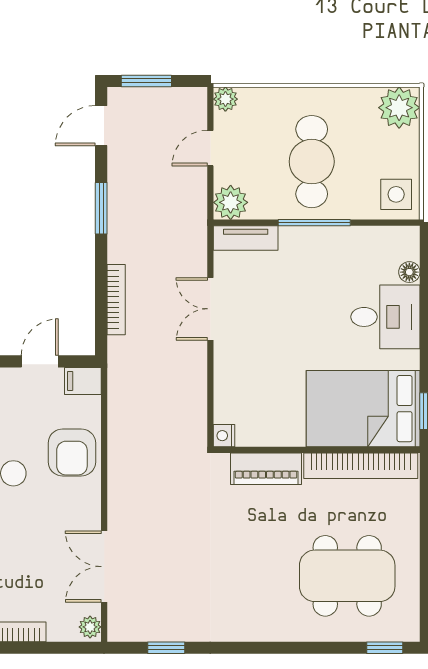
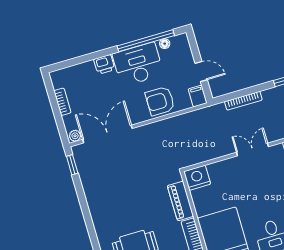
nightstand: (224, 436) -> (197, 178), width x1.89, depth x1.79
double door: (104, 567) -> (107, 134), width x1.37
window: (166, 648) -> (72, 165), moved

